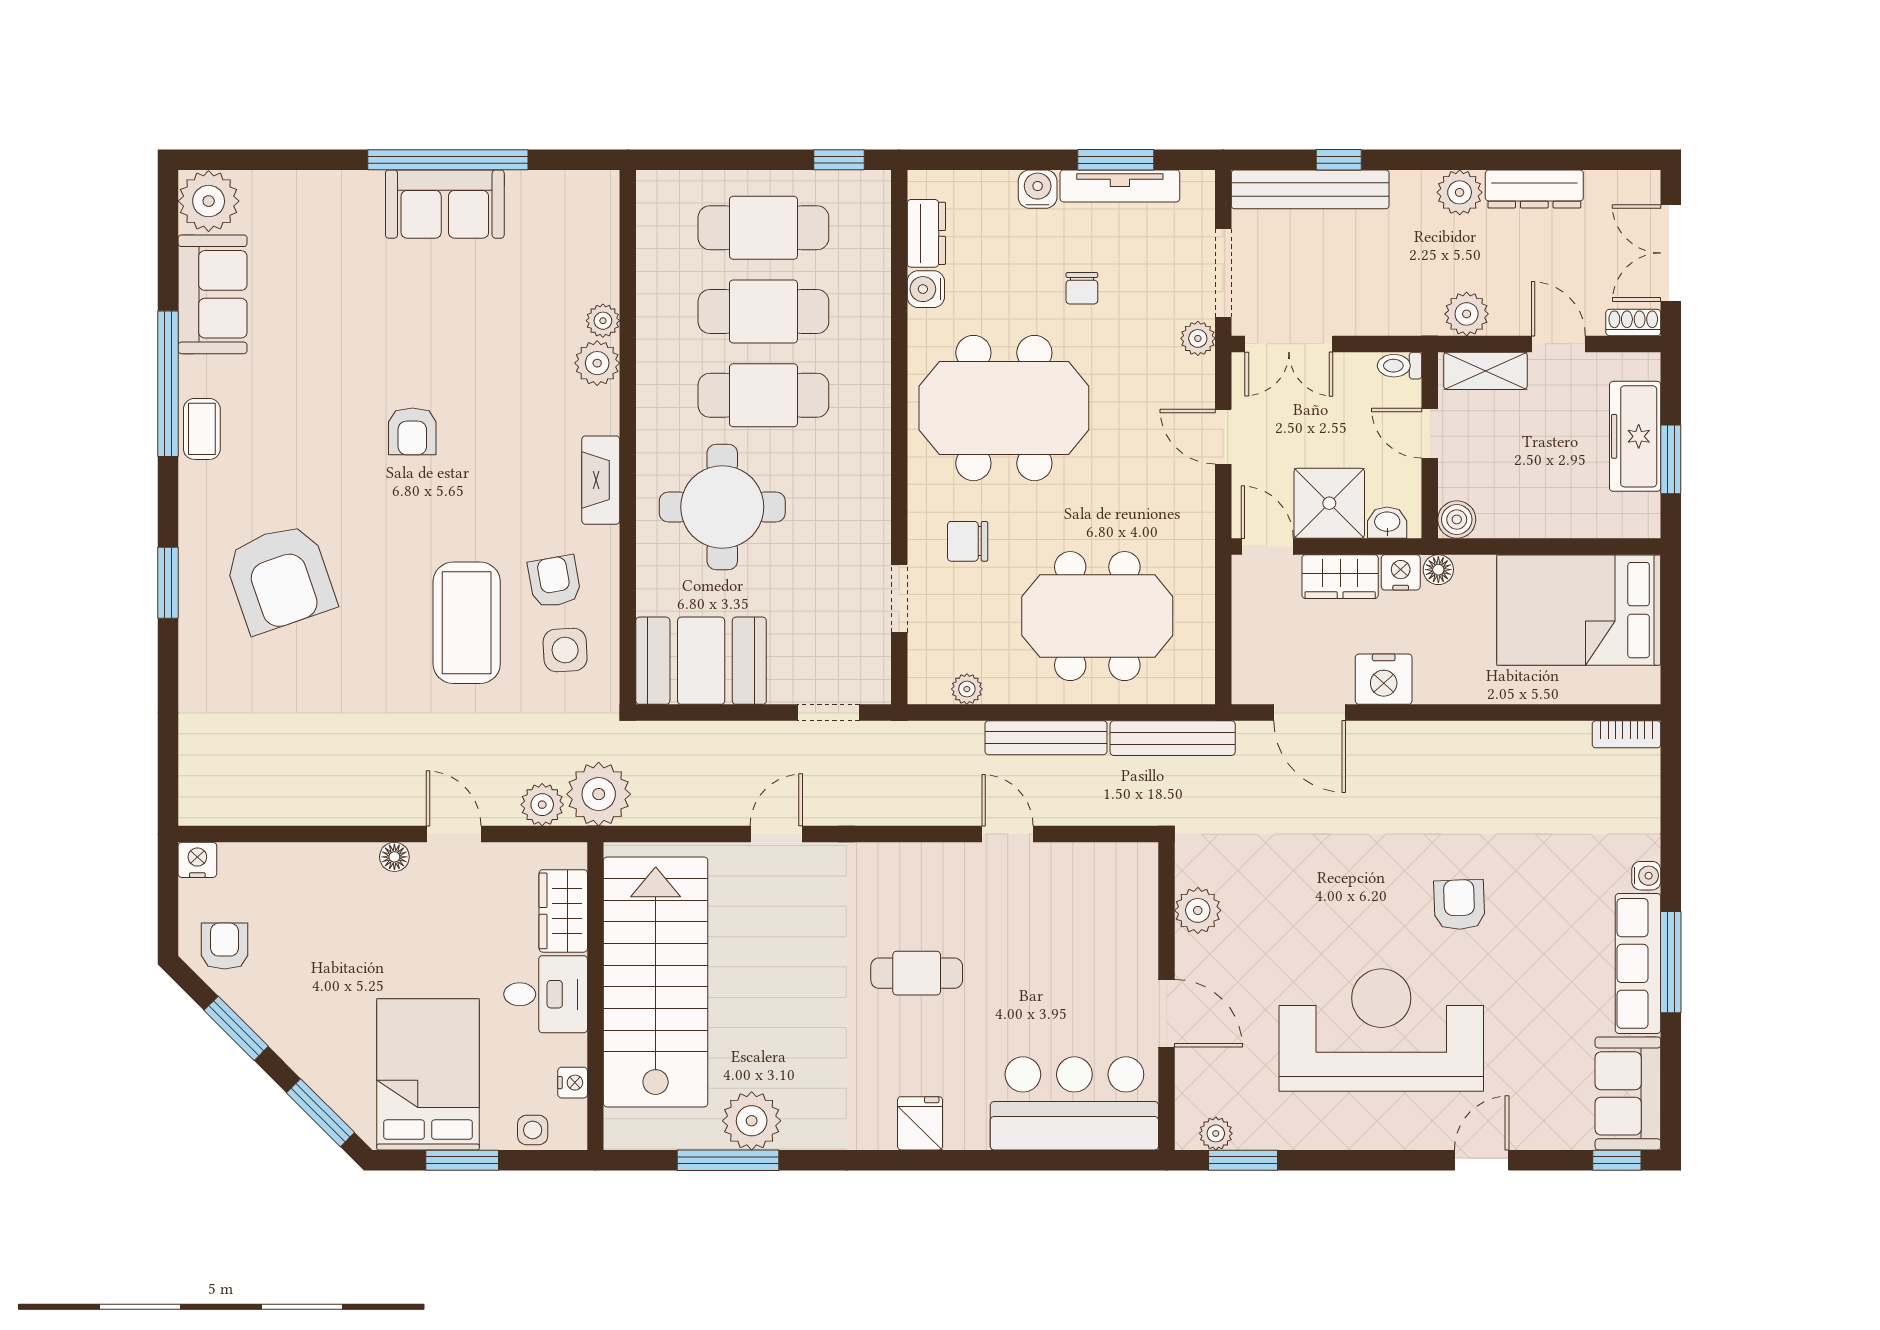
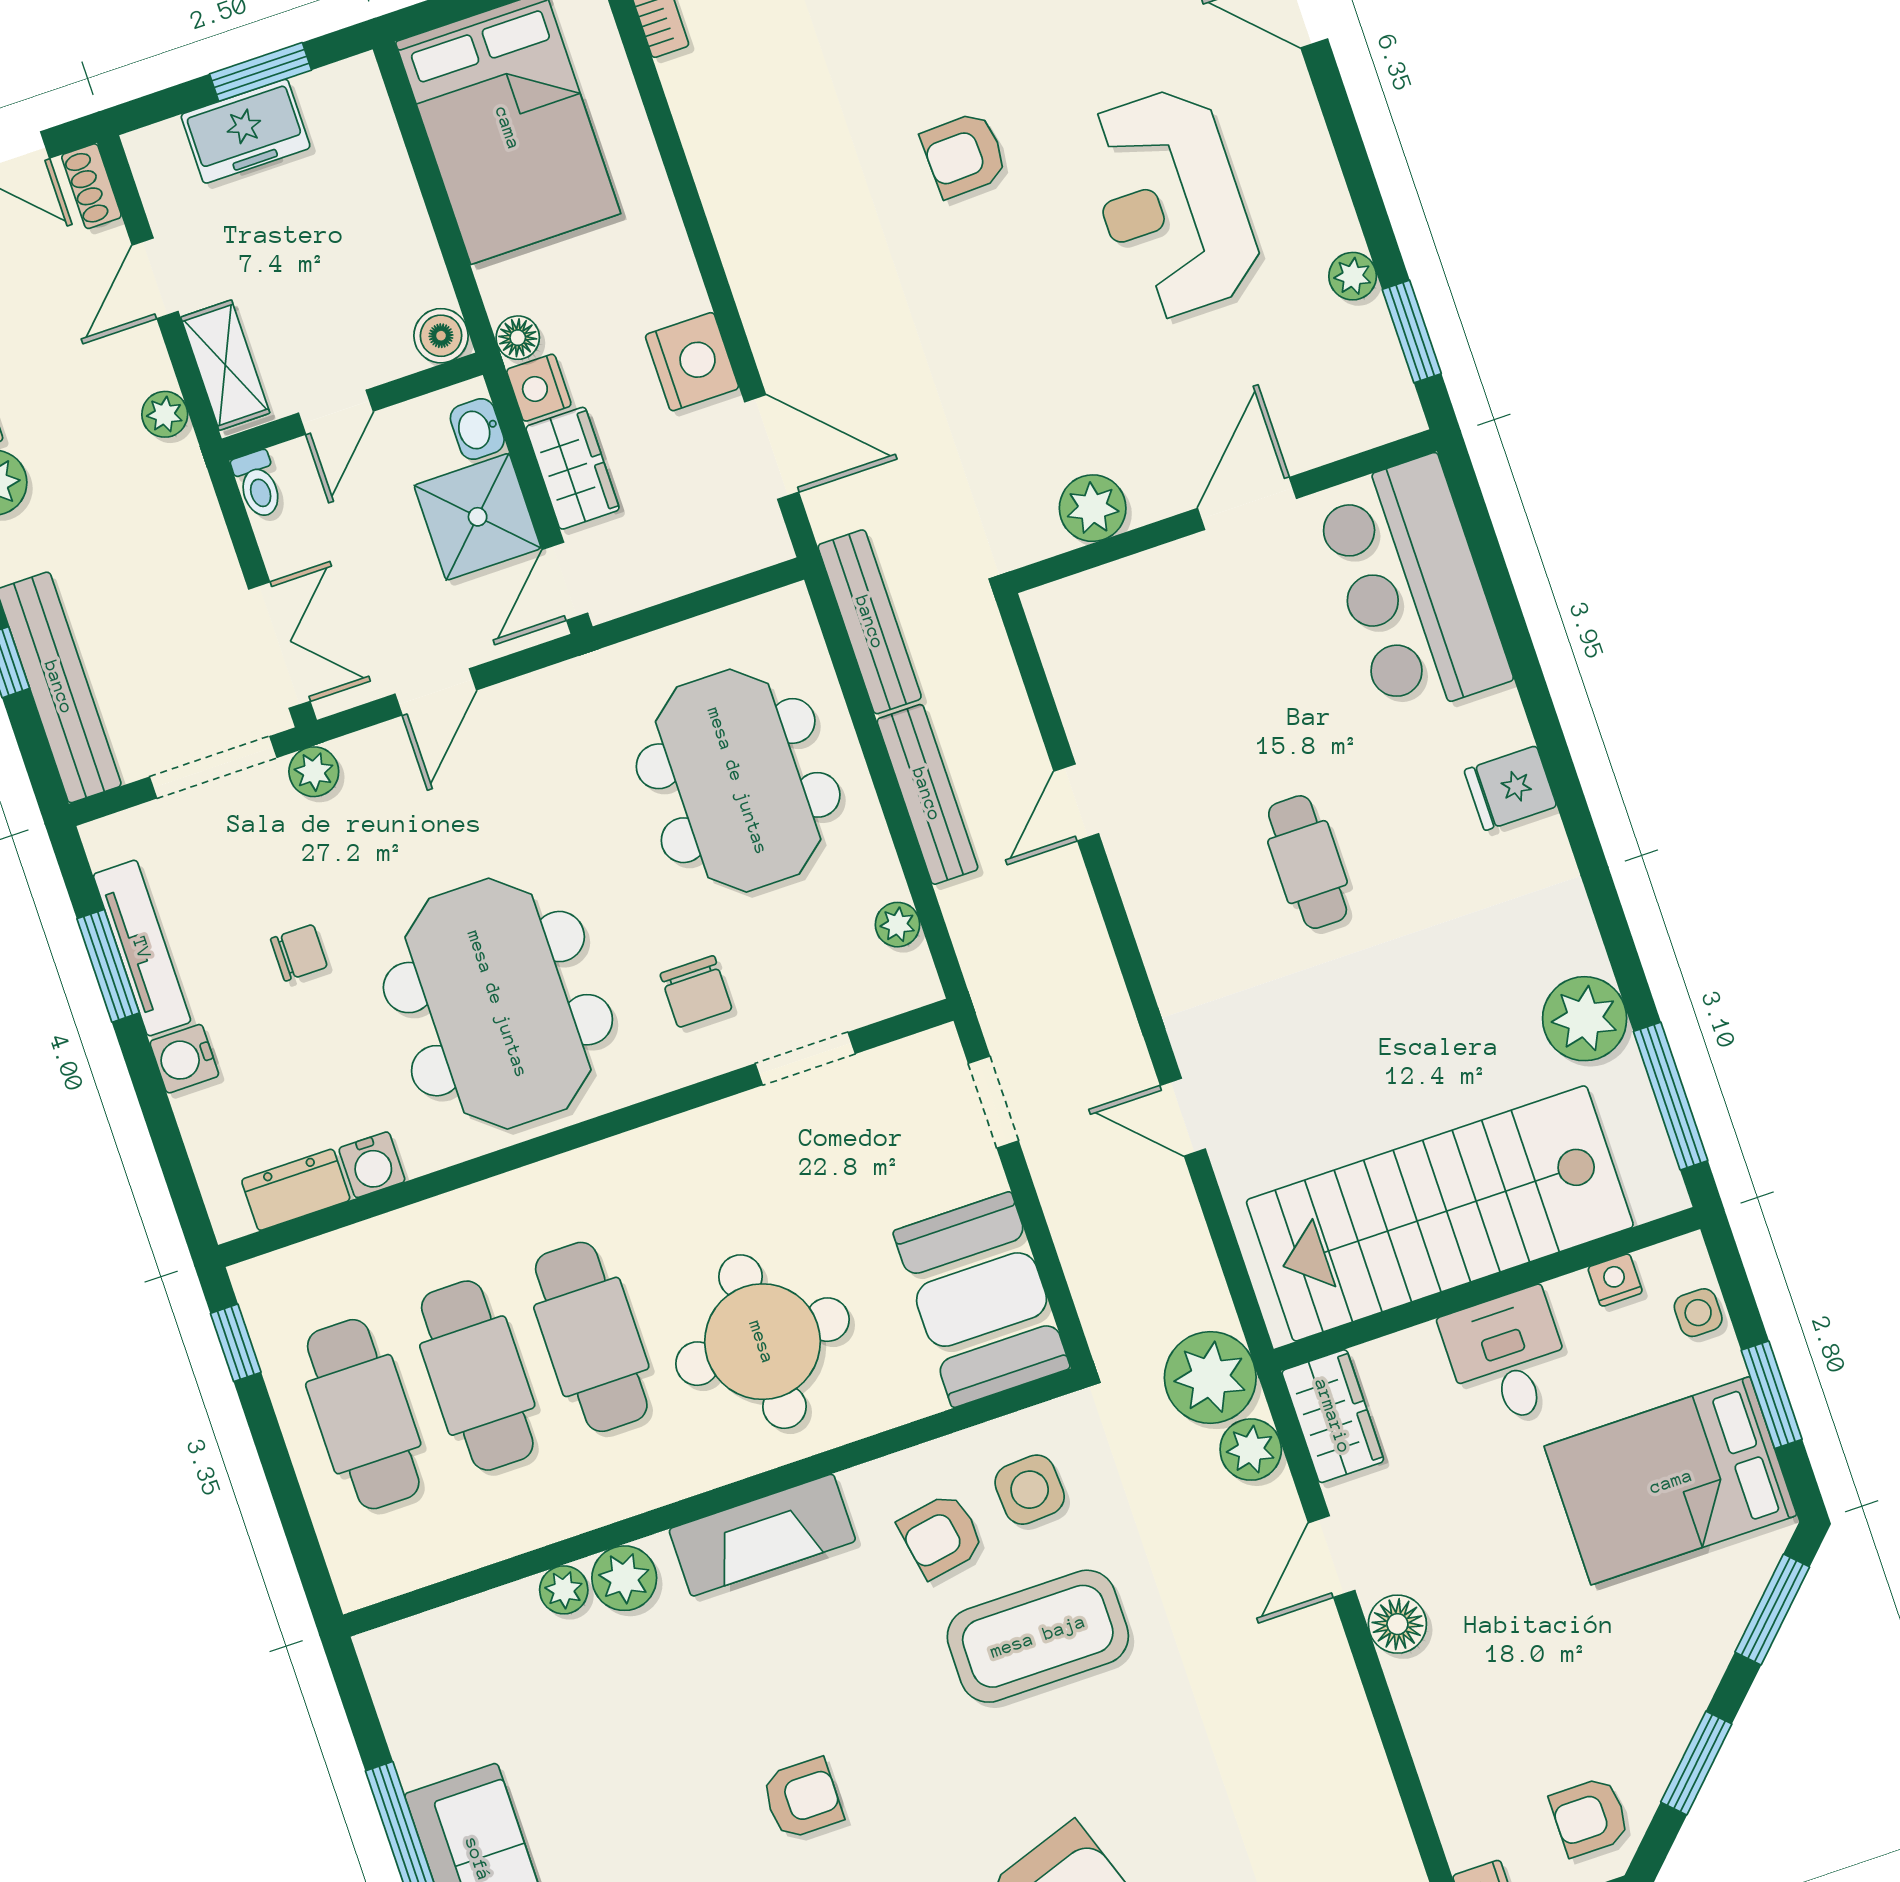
plant: (1467, 314) -> (165, 414), width x0.73, depth x0.73
freezer: (1635, 436) -> (246, 131), width x0.71
fireplace: (601, 480) -> (762, 1535), width x1.37, depth x1.32
door: (1310, 713) -> (772, 447), hinge flipped
floor lamp: (394, 857) -> (1397, 1624), width x1.37, depth x1.37
wardrobe: (563, 911) -> (1333, 1416), moved, turned -90
reception desk: (1381, 1030) -> (1171, 203), width x0.74, depth x0.77
plant: (1216, 1133) -> (1353, 276), moved
window: (728, 1160) -> (1671, 1096), moved

